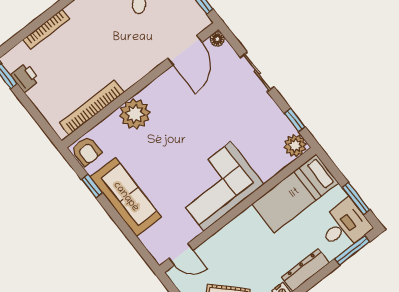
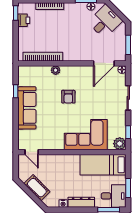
plant: (135, 114) -> (56, 70), width x0.53, depth x0.53
armchair: (87, 151) -> (68, 97), moved
corner sofa: (217, 186) -> (86, 135), moved

